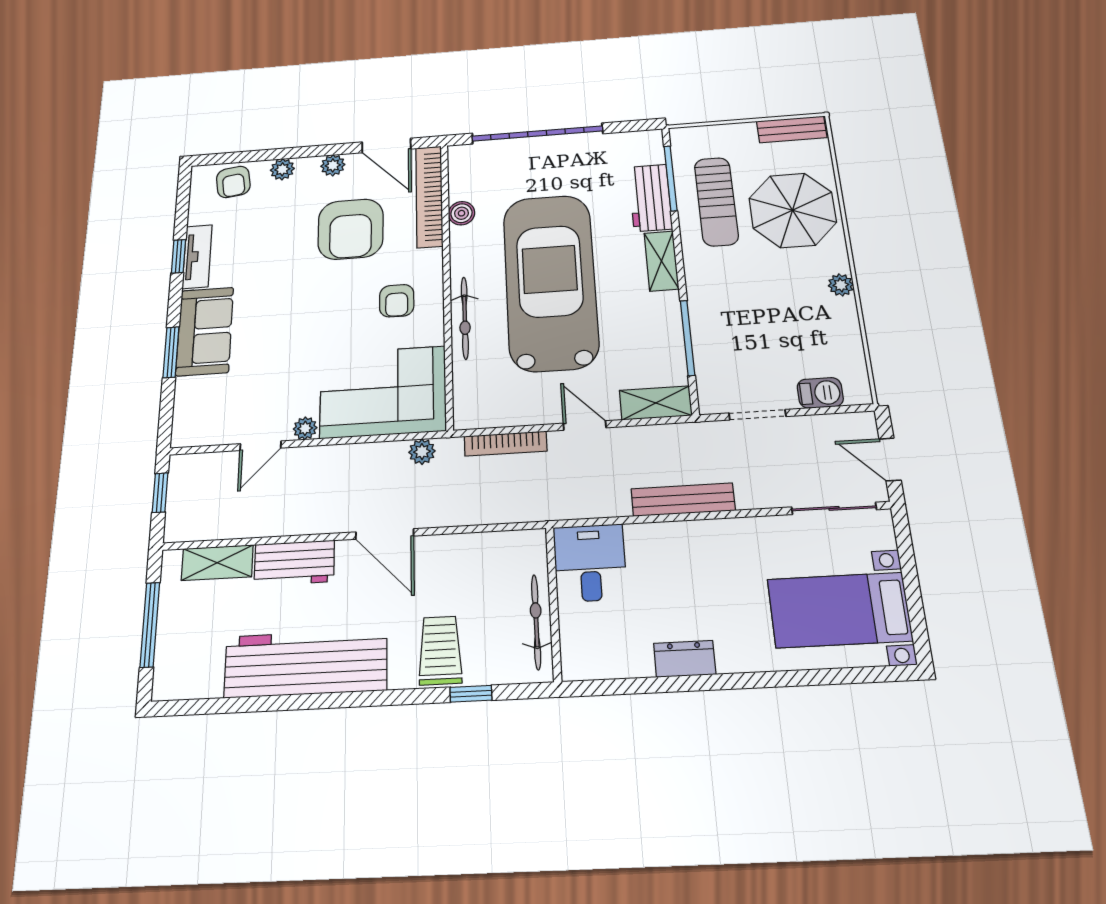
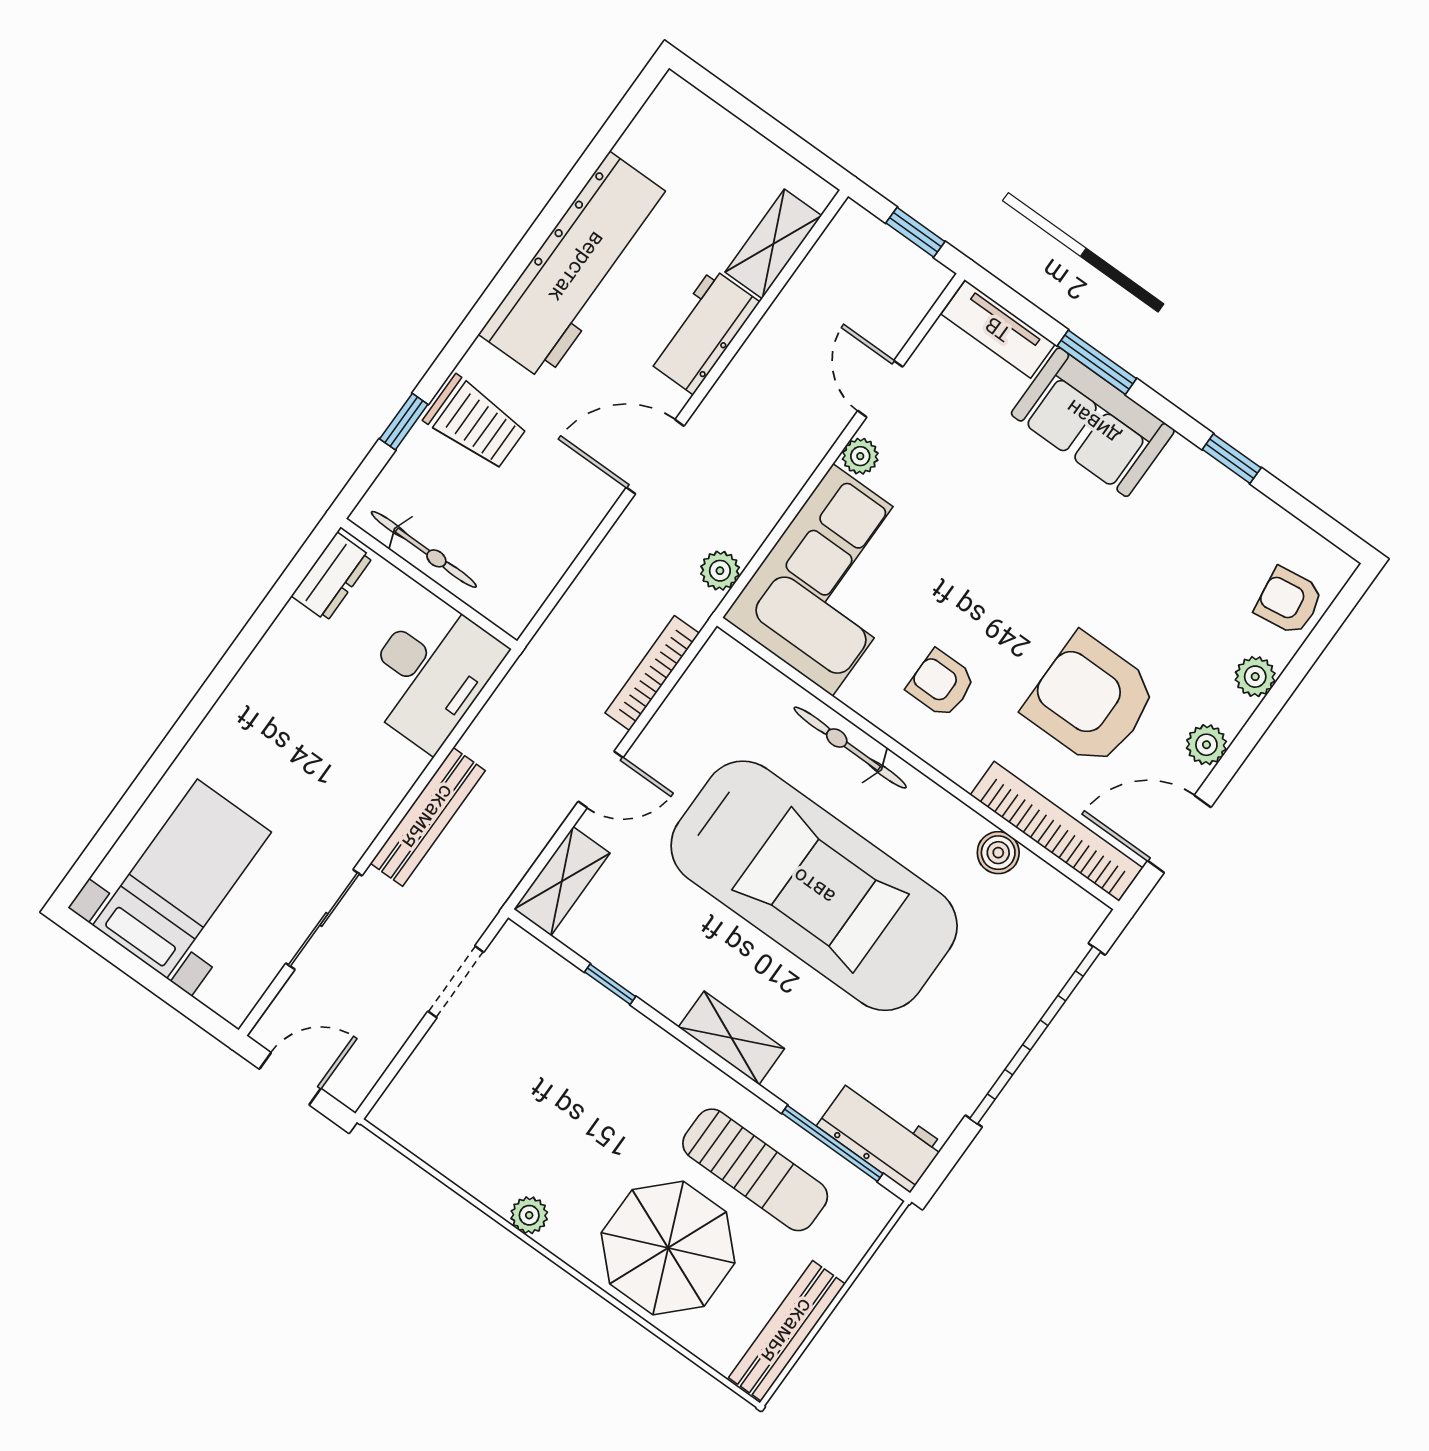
bench: (792, 129) -> (787, 1331), width x1.36
workbench: (650, 198) -> (881, 1135), moved
sun lounger: (716, 201) -> (755, 1170), turned 180
tv unit: (197, 257) -> (998, 329), moved
window: (687, 338) -> (610, 984), width x0.46
barbecue: (820, 393) -> (424, 1073), removed
sliding door: (834, 508) -> (324, 919), moved
desk: (590, 563) -> (430, 673), width x1.37
window: (150, 625) -> (760, 121), removed
dresser: (685, 659) -> (332, 577), moved

